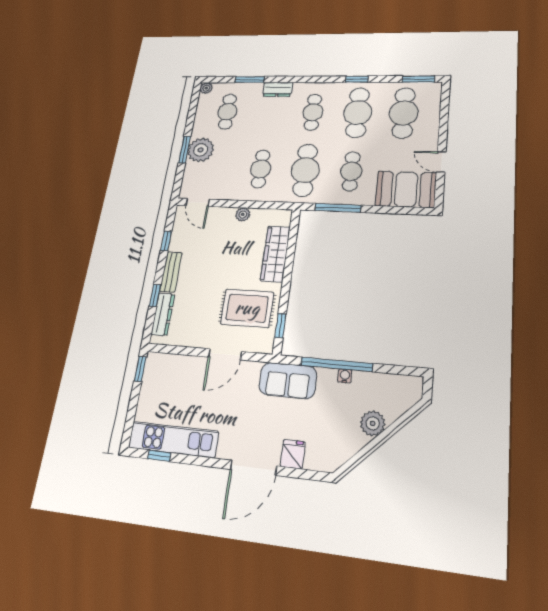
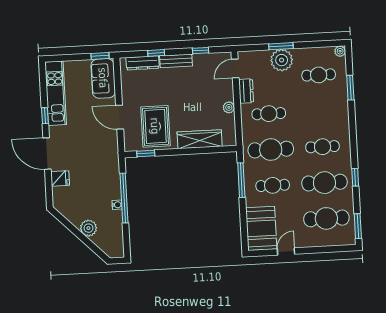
dresser: (278, 89) -> (246, 91), moved, turned 180
sofa: (288, 380) -> (103, 78), moved
window: (159, 456) -> (45, 116), moved

